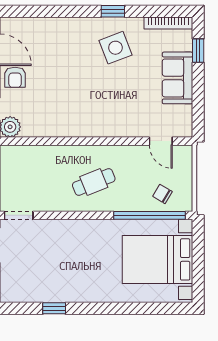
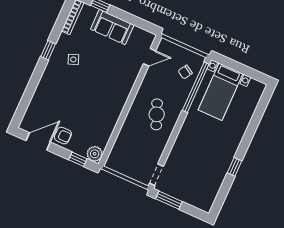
side table: (115, 48) -> (73, 59), width x0.54, depth x0.54
bed with nightstands: (157, 259) -> (220, 92), width x0.73
window: (54, 308) -> (235, 167), moved

